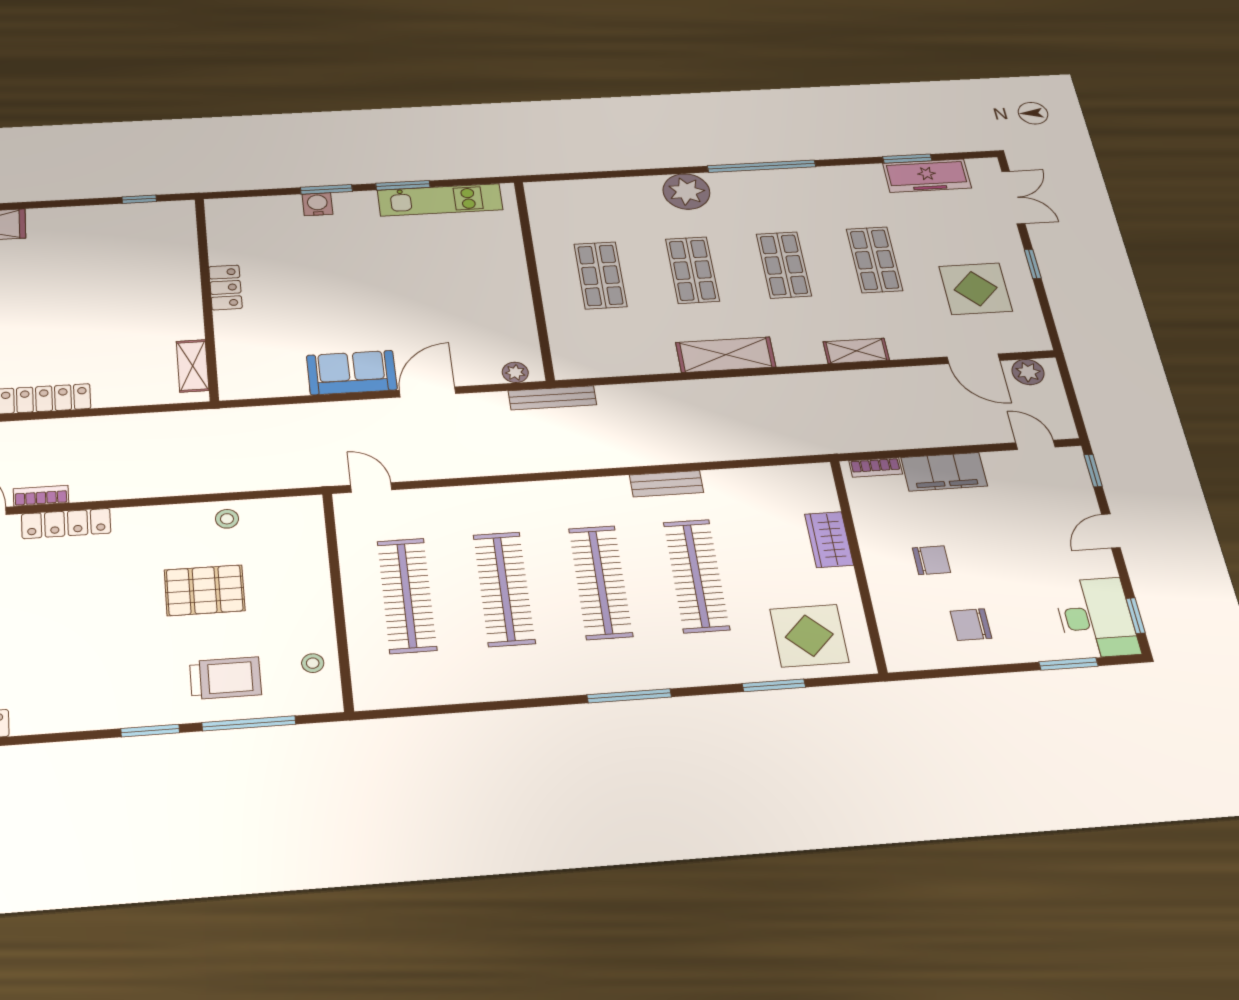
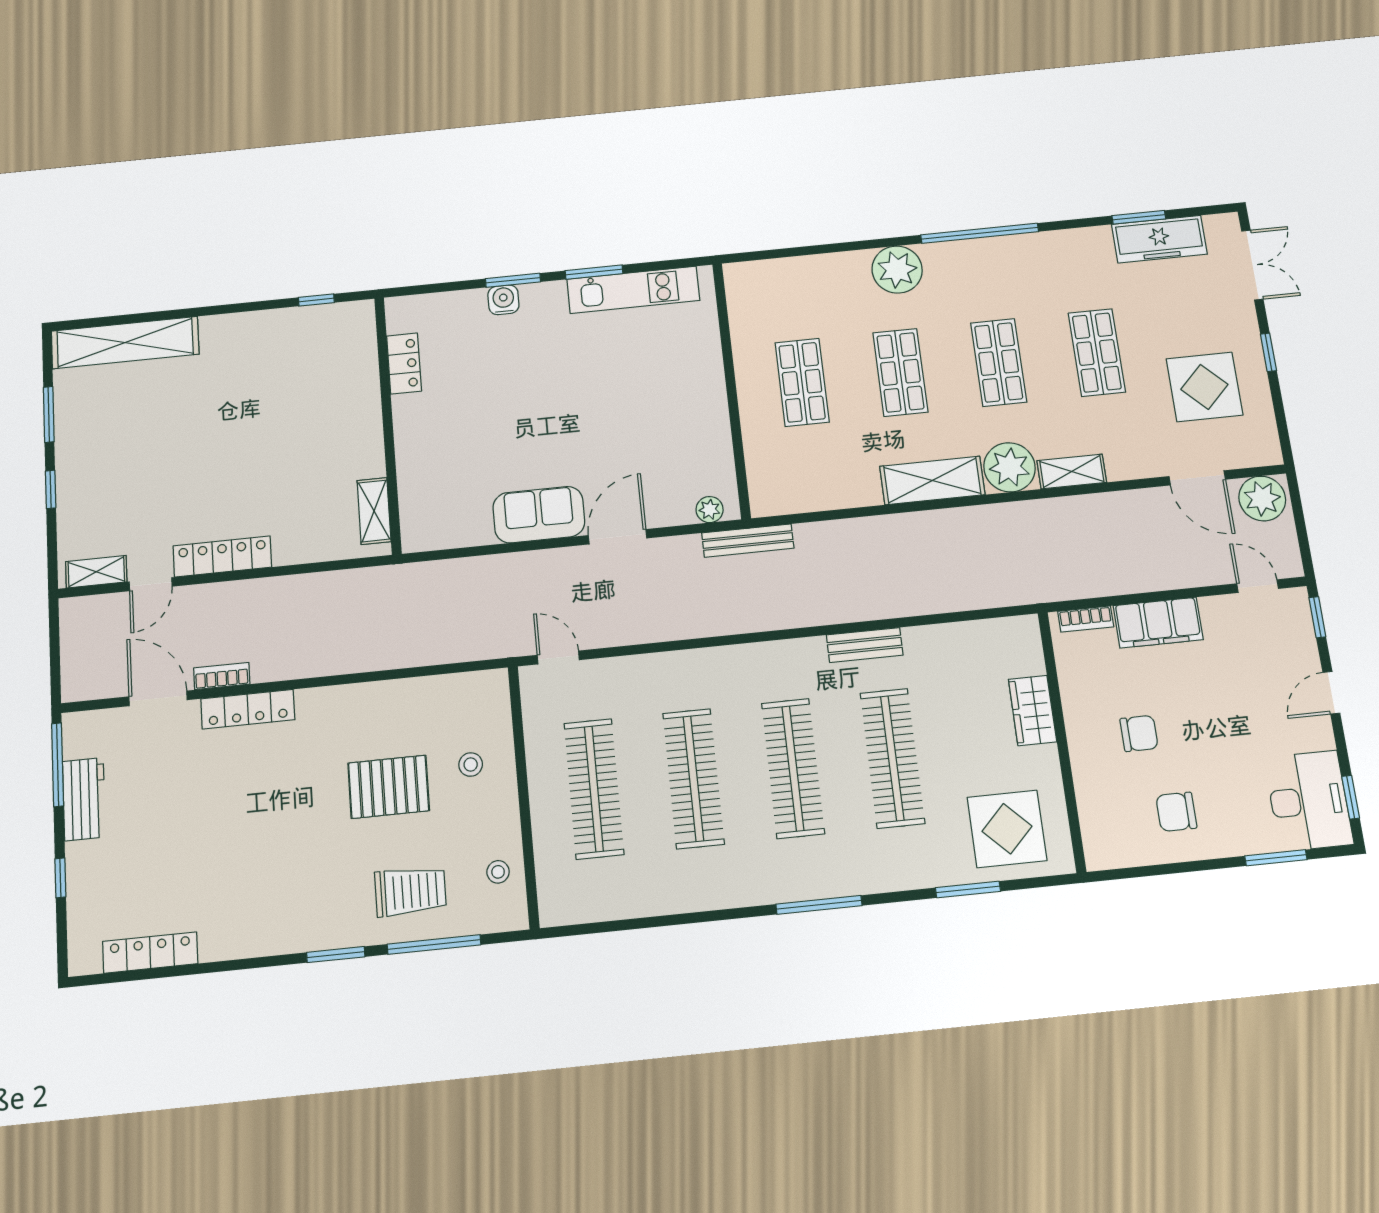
locker: (225, 287) -> (404, 363), moved
plant: (798, 346) -> (1010, 467), added
plant: (1028, 372) -> (1262, 499), width x1.36, depth x1.36
stool: (227, 519) -> (471, 764), moved

